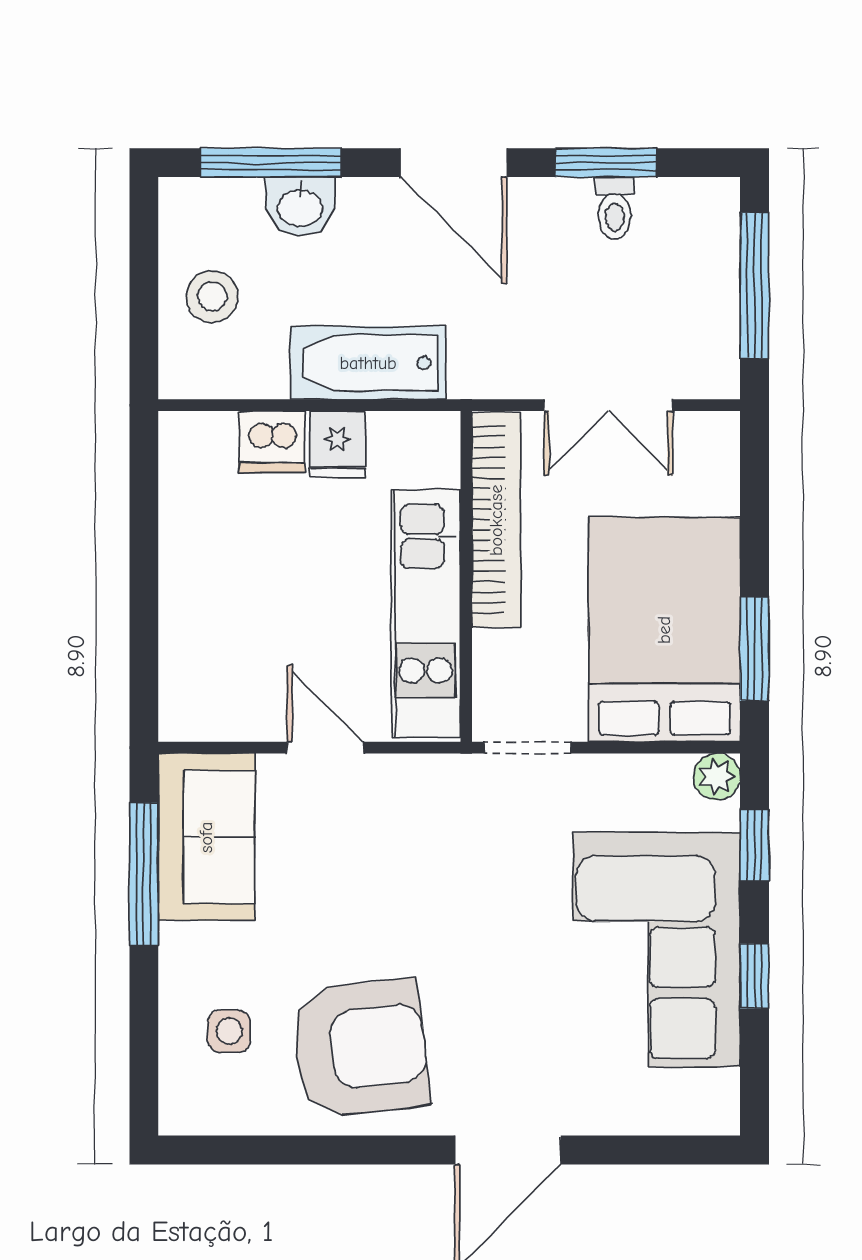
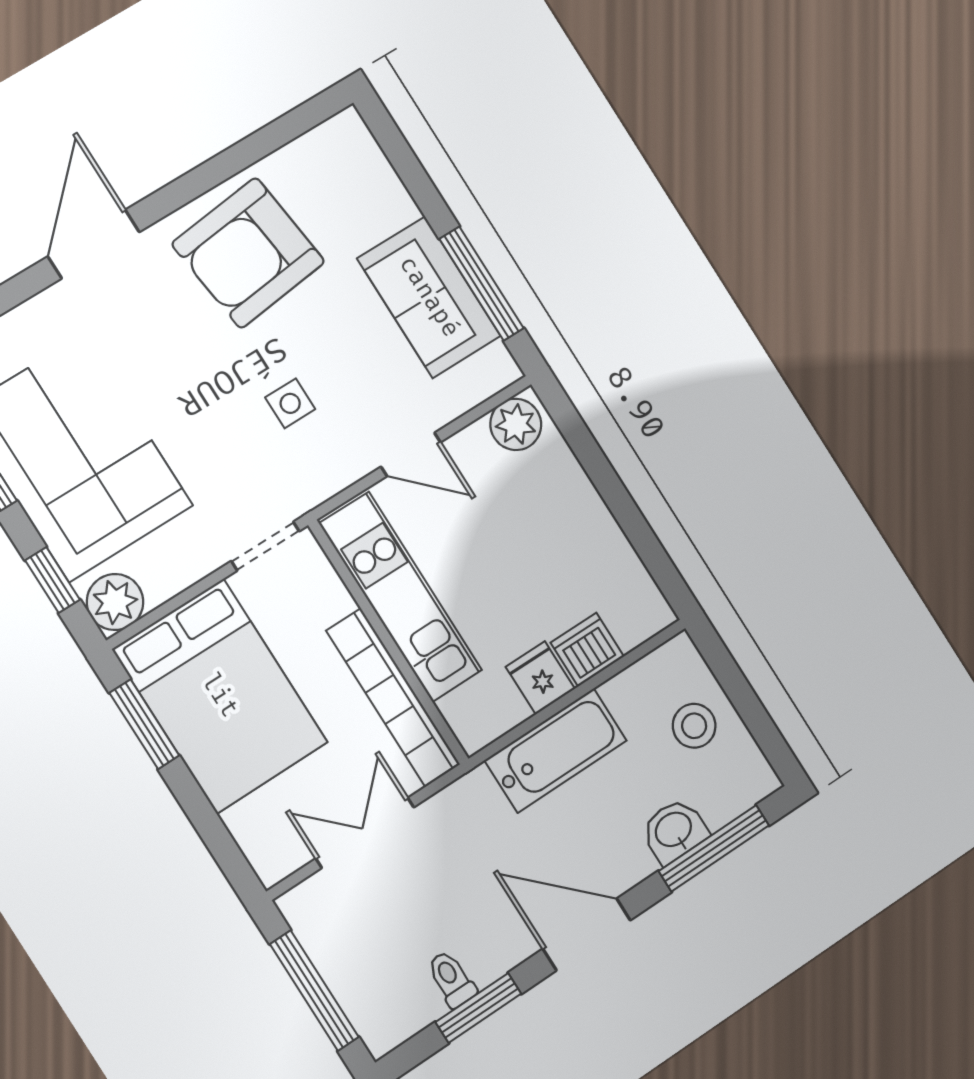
plant: (200, 711) -> (516, 424), added
plant: (717, 777) -> (115, 602), width x1.38, depth x1.38
sofa: (206, 837) -> (429, 297), moved
side table: (229, 1031) -> (290, 403), moved

